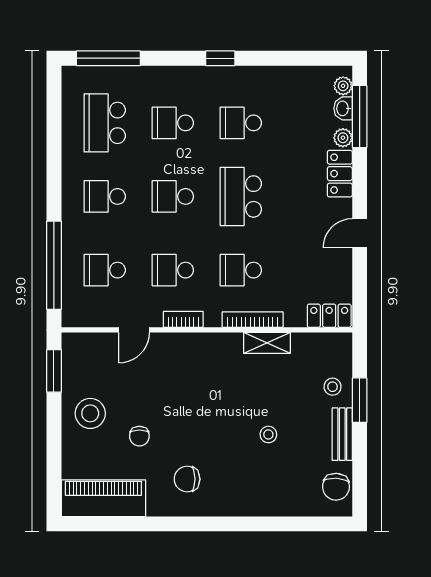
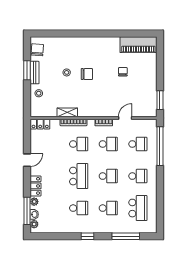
window: (108, 58) -> (126, 236), moved
window: (360, 400) -> (27, 70), moved
stool: (90, 413) -> (144, 82), removed
chair: (187, 479) -> (87, 74), moved

